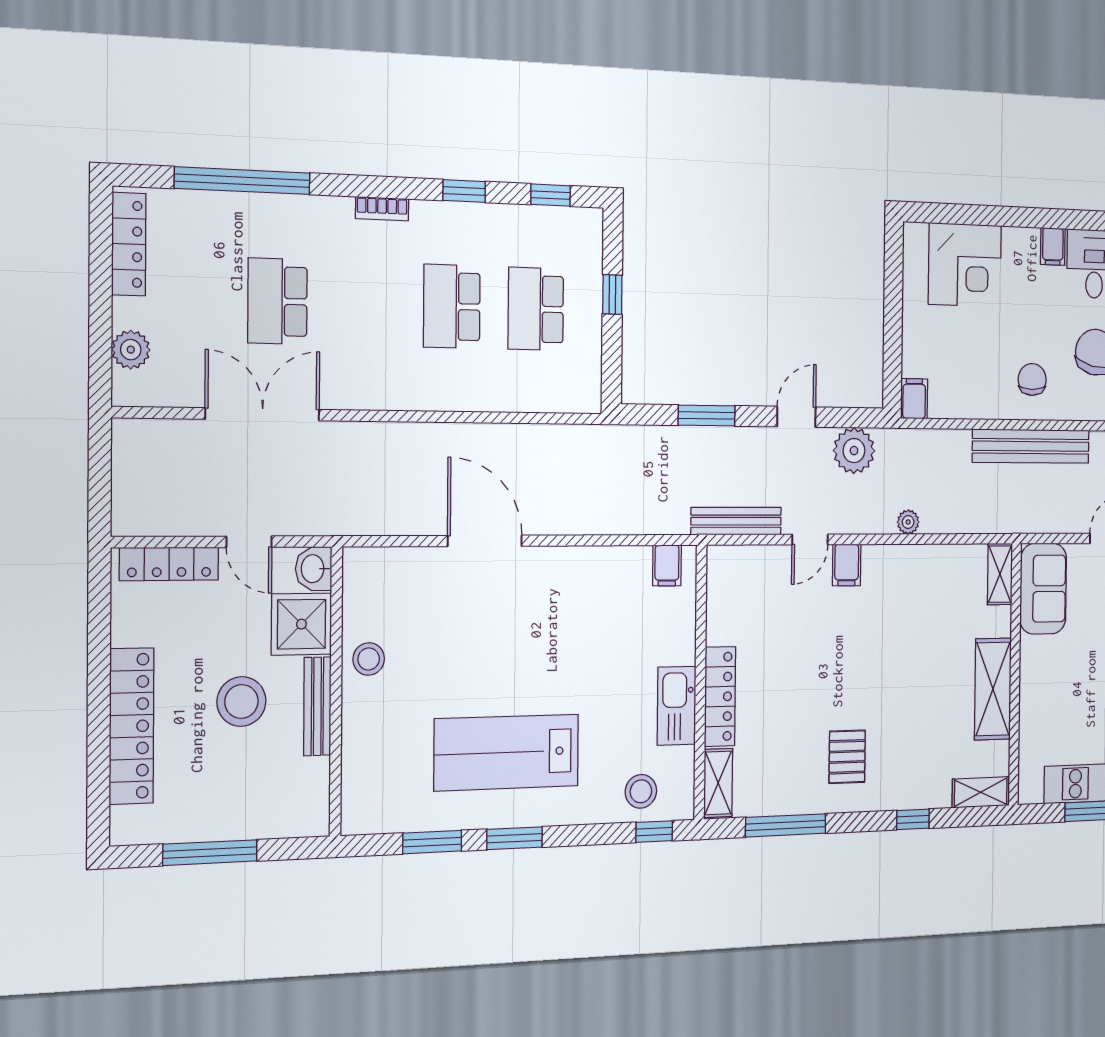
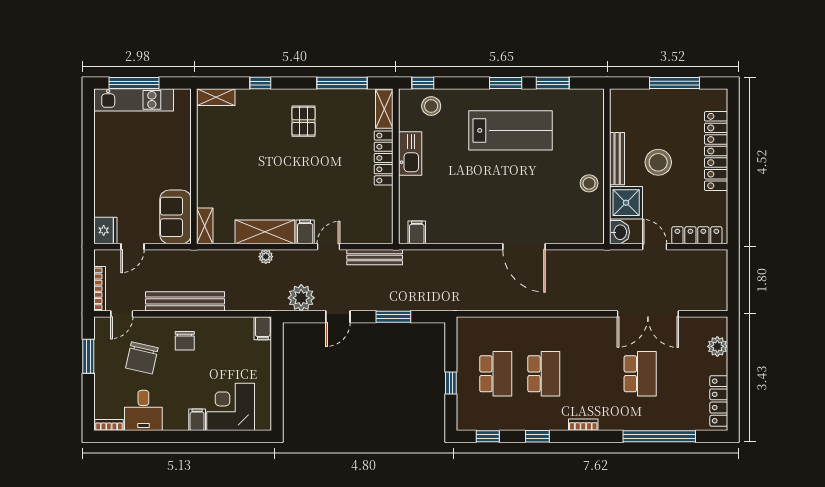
filing cabinet: (1053, 246) -> (197, 420), moved
shelving: (993, 689) -> (265, 232), moved, turned 90

